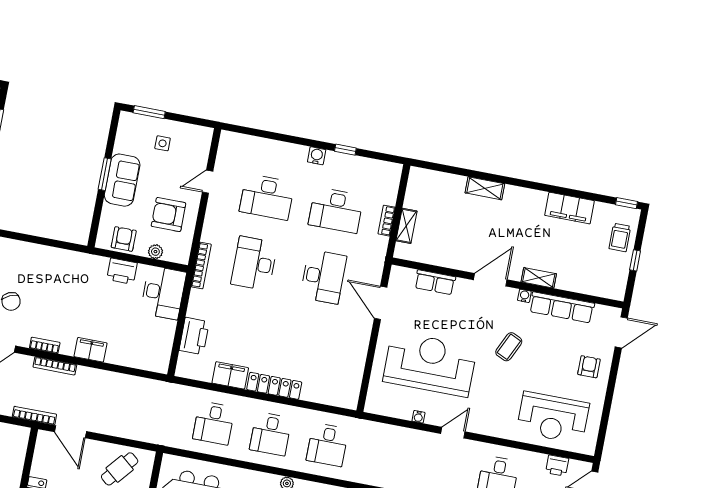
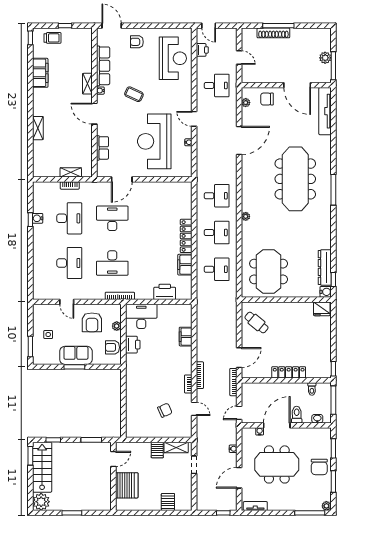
water cooler: (317, 156) -> (38, 218), moved
filing cabinet: (91, 350) -> (186, 337), moved

